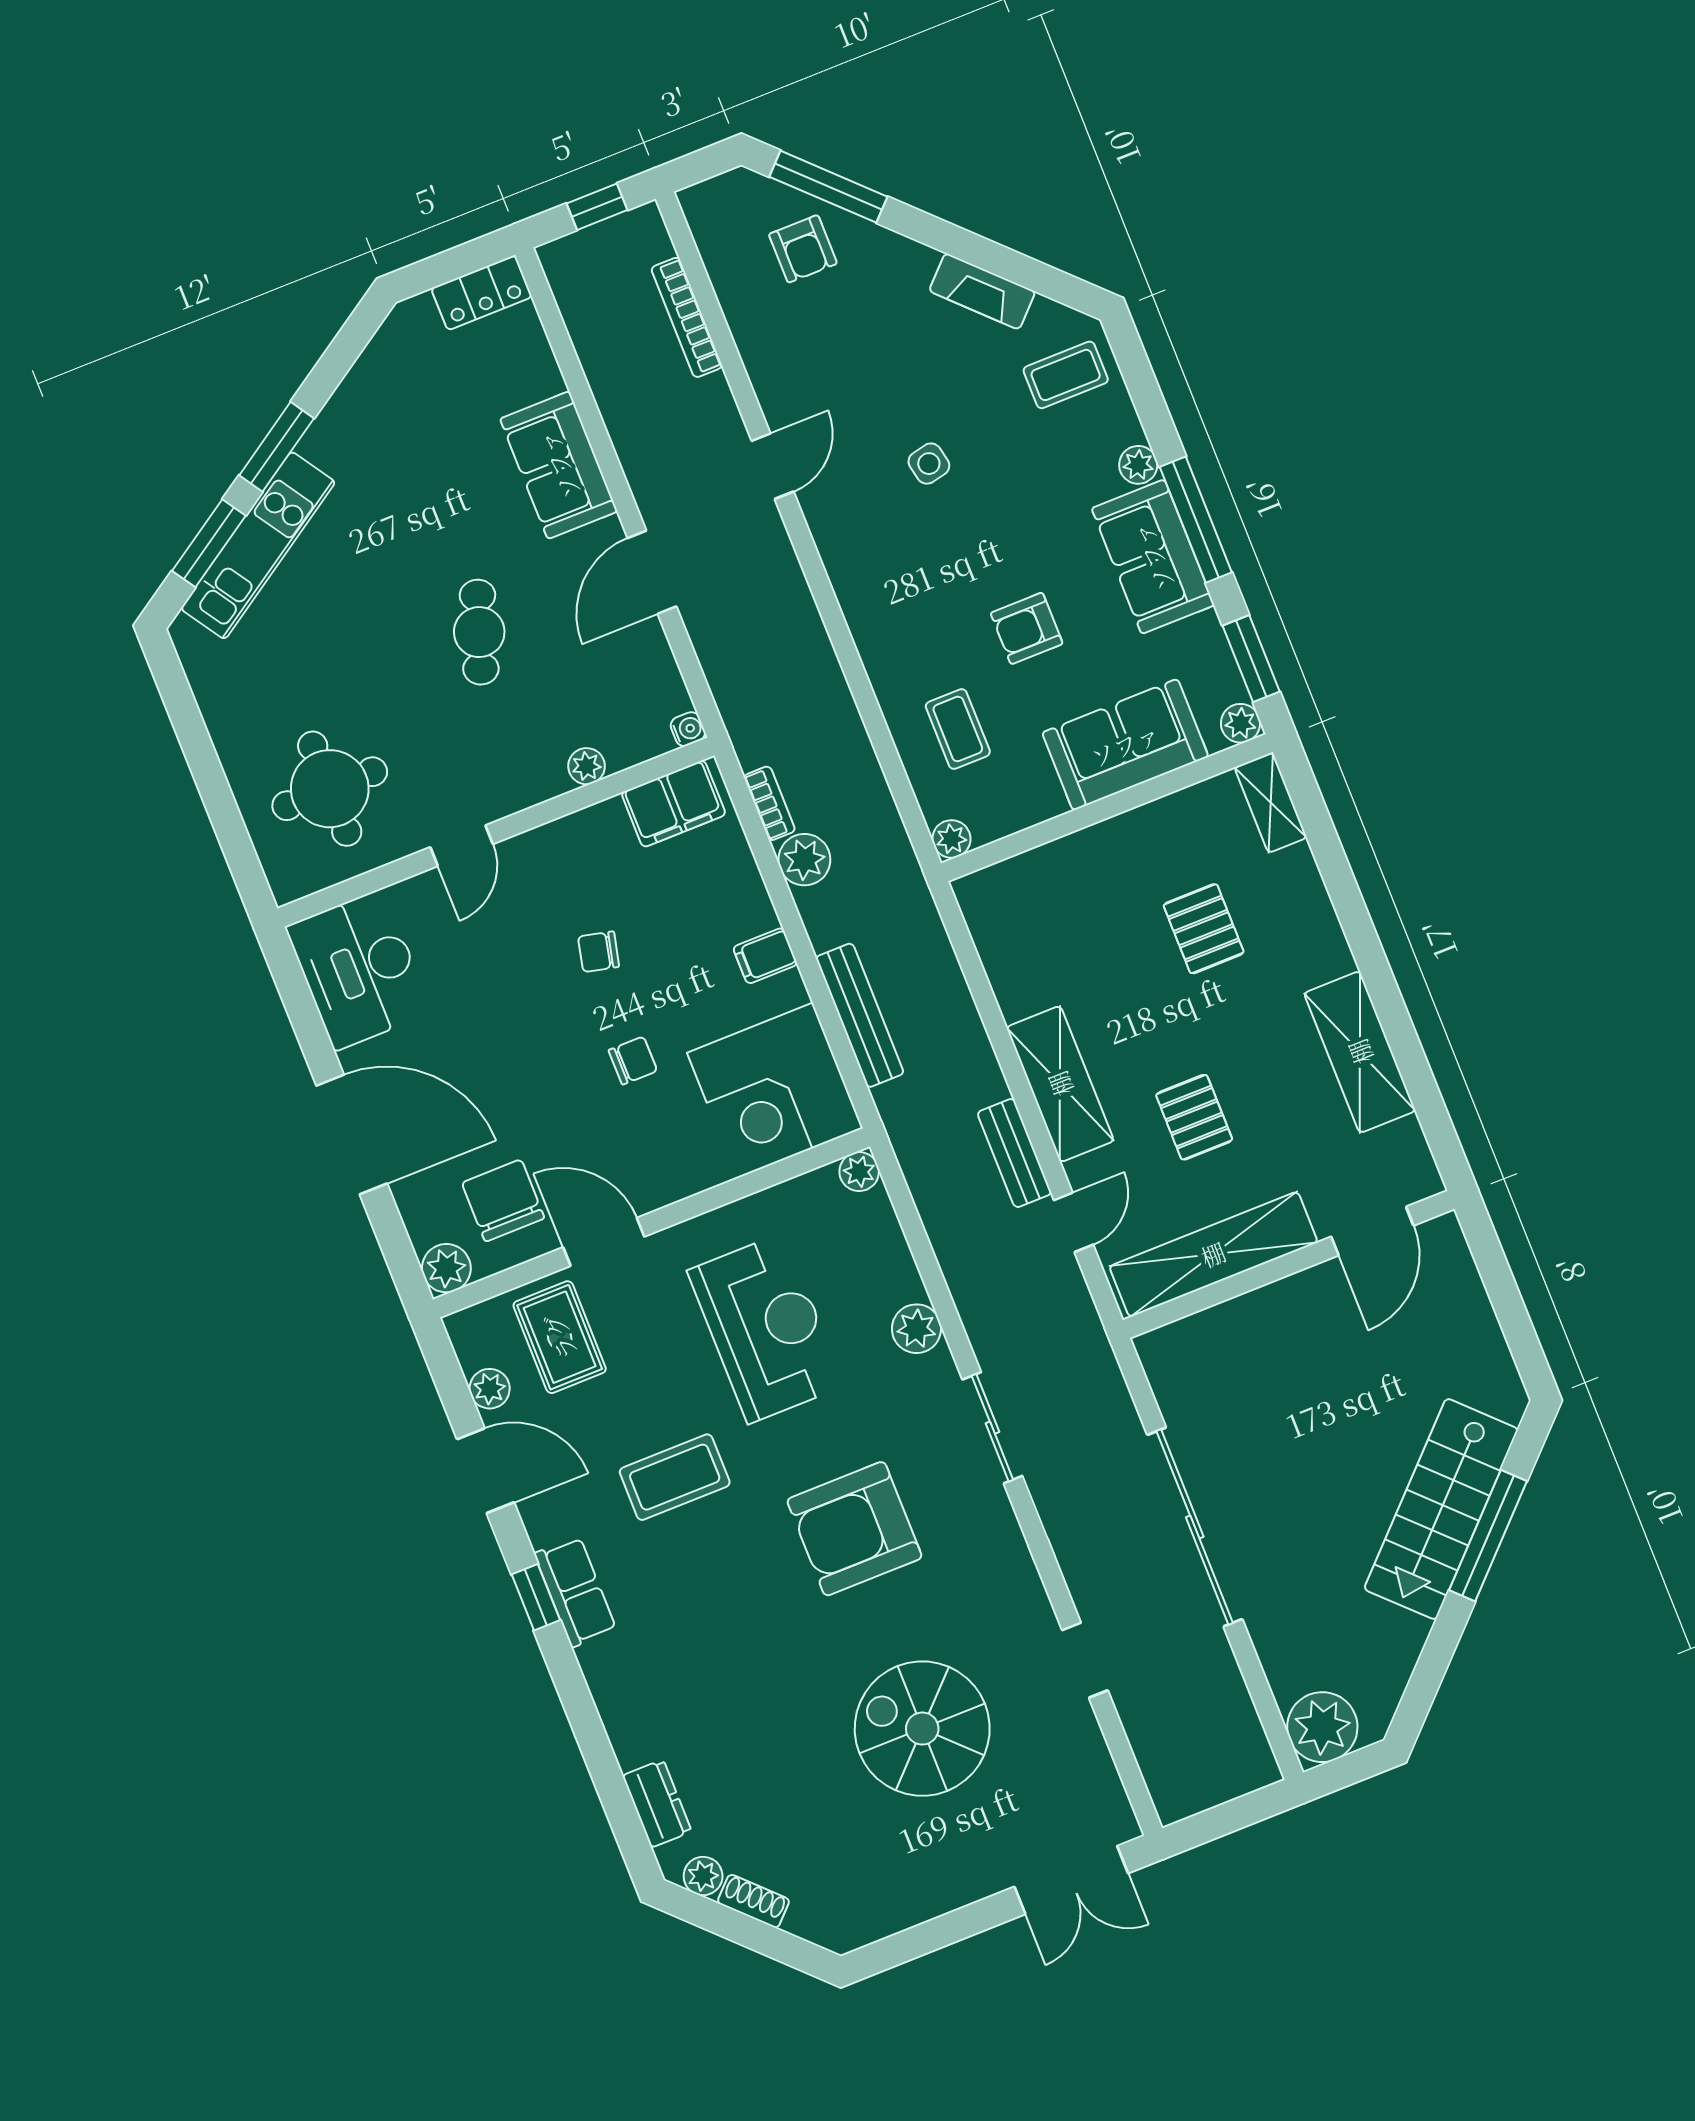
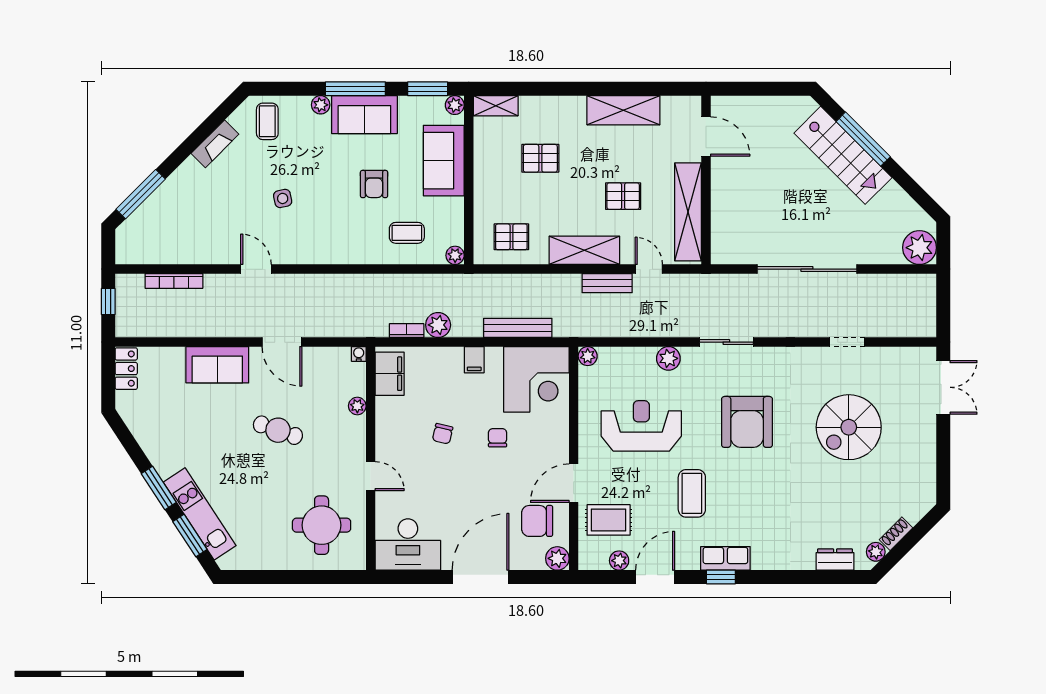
armchair: (803, 249) -> (164, 217), removed
pallet: (1030, 933) -> (511, 237), added

